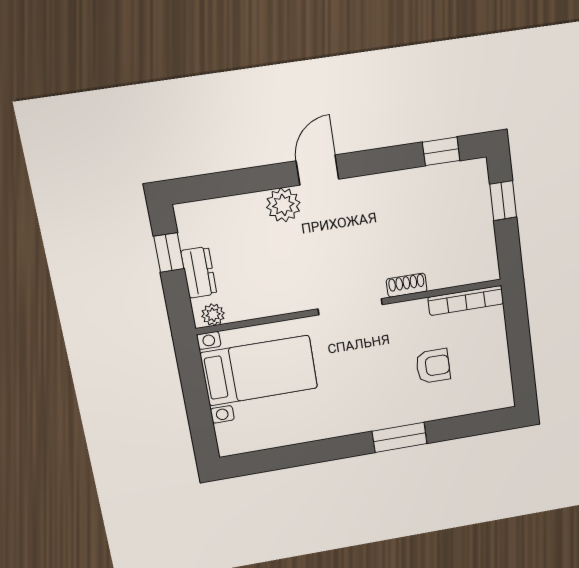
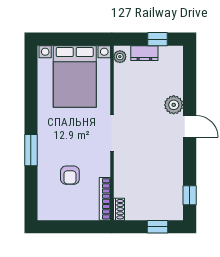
shoe rack: (407, 285) -> (119, 209), moved
bed with nightstands: (259, 370) -> (75, 76), width x1.36

